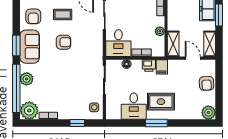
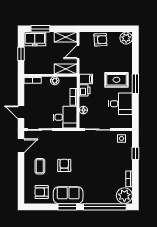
armchair: (33, 16) -> (42, 192), turned 180
plant: (27, 79) -> (97, 198), removed
rug: (161, 102) -> (116, 80), turned 90

